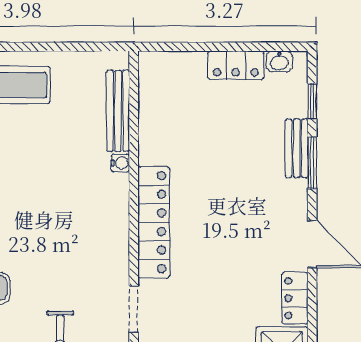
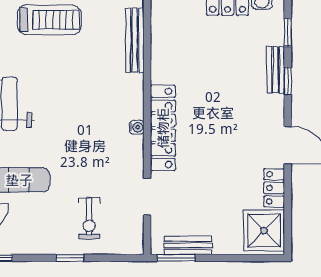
water cooler: (120, 163) -> (137, 127), moved
window: (312, 163) -> (288, 81), width x0.67

